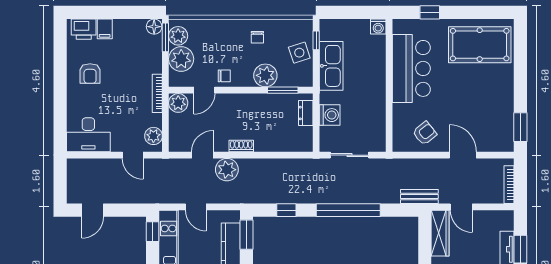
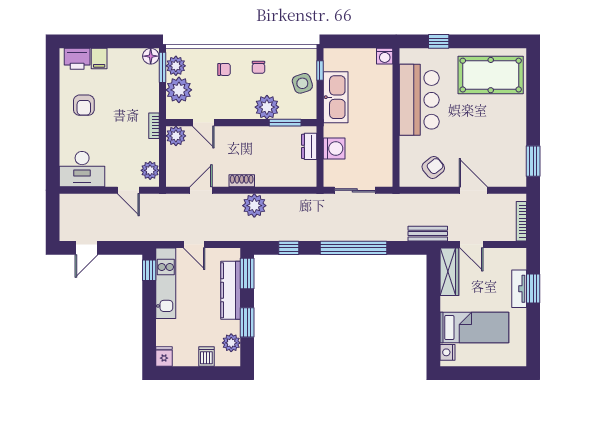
chair: (224, 76) -> (224, 69), moved
door: (204, 90) -> (203, 123), hinge flipped
bookcase: (157, 93) -> (154, 126), width x0.64
plant: (227, 170) -> (254, 206), moved

